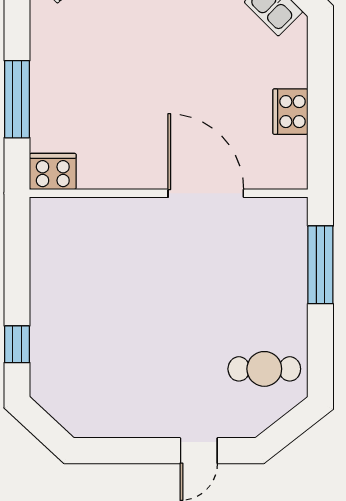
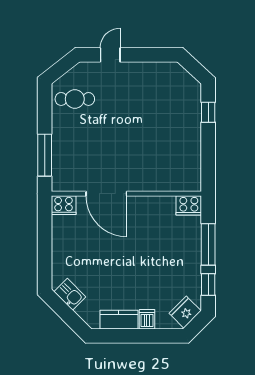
window: (17, 25) -> (208, 284), added
cooker: (290, 112) -> (64, 205), moved, turned 90

